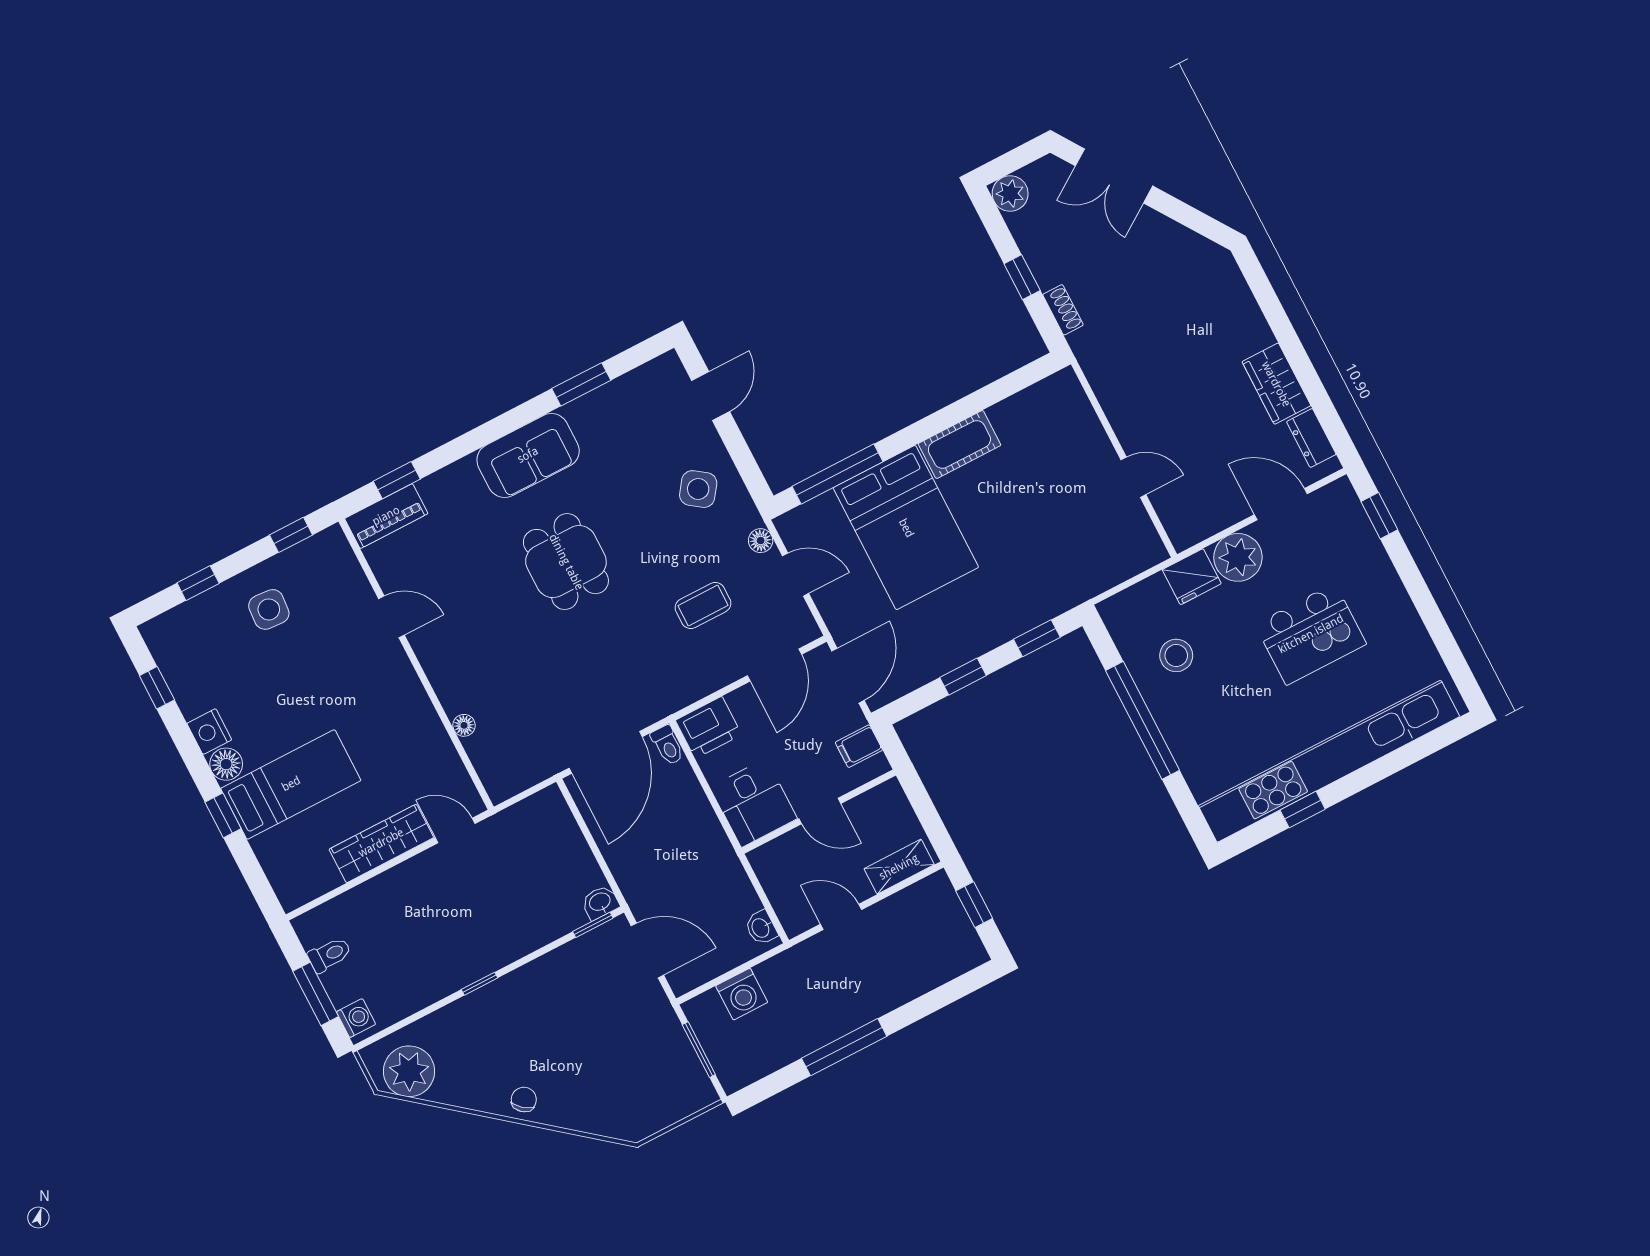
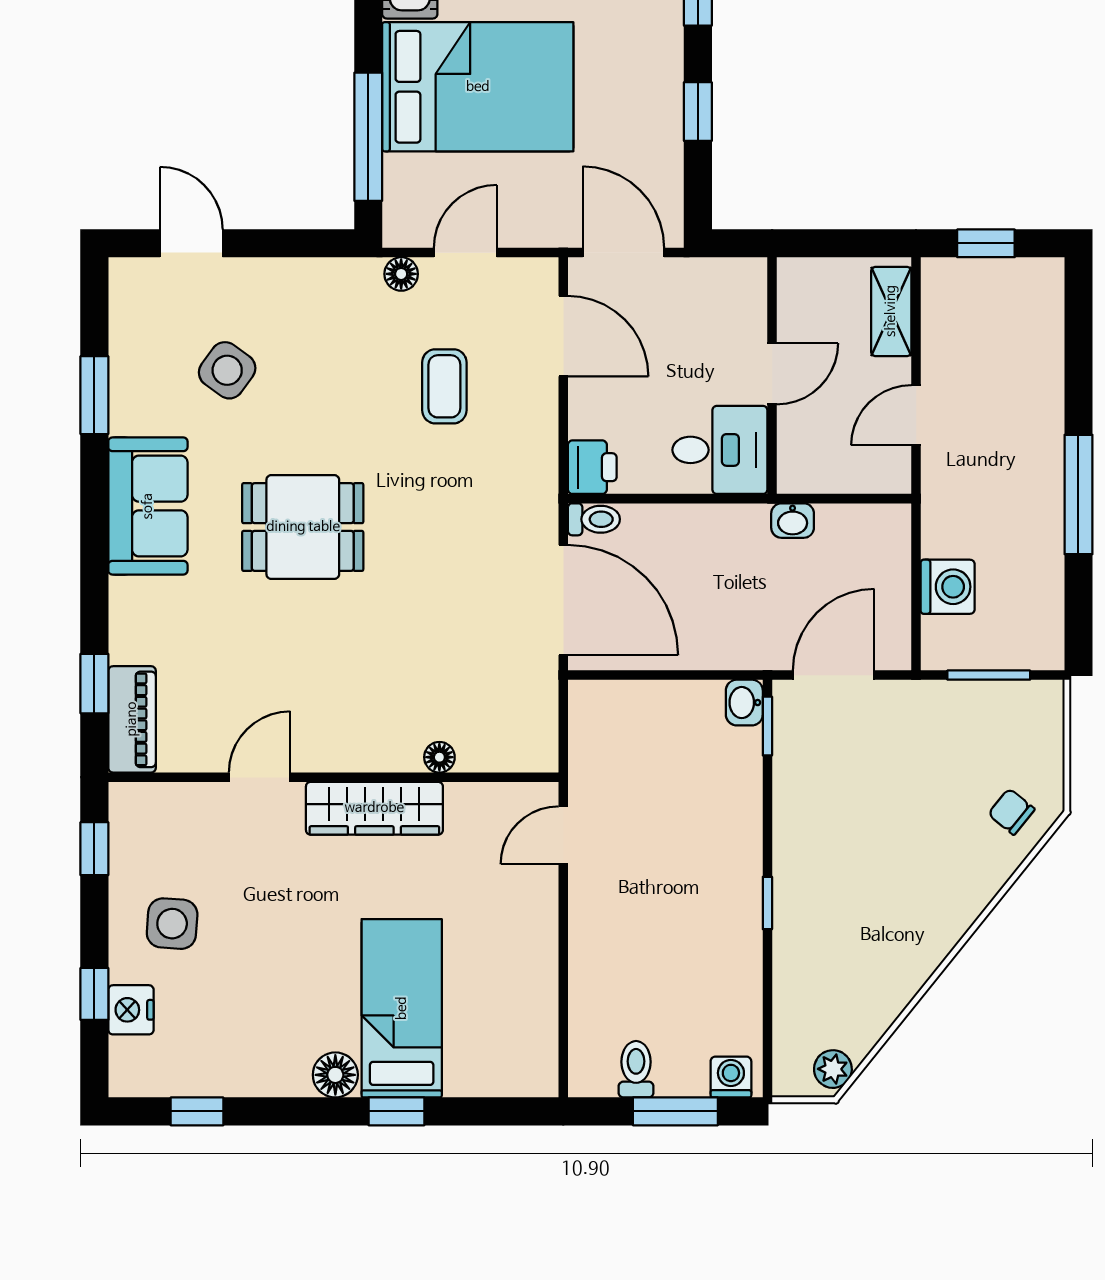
side table: (698, 489) -> (227, 370), moved
printer: (708, 727) -> (592, 467), width x0.73, depth x0.81
nightstand: (209, 732) -> (131, 1010), moved, turned 90
filing cabinet: (859, 746) -> (717, 284), removed
wardrobe: (381, 843) -> (374, 808), moved, turned -90
washbasin: (761, 928) -> (793, 521), moved
plant: (409, 1071) -> (833, 1069), width x0.53, depth x0.53
chair: (524, 1100) -> (1011, 812), moved

